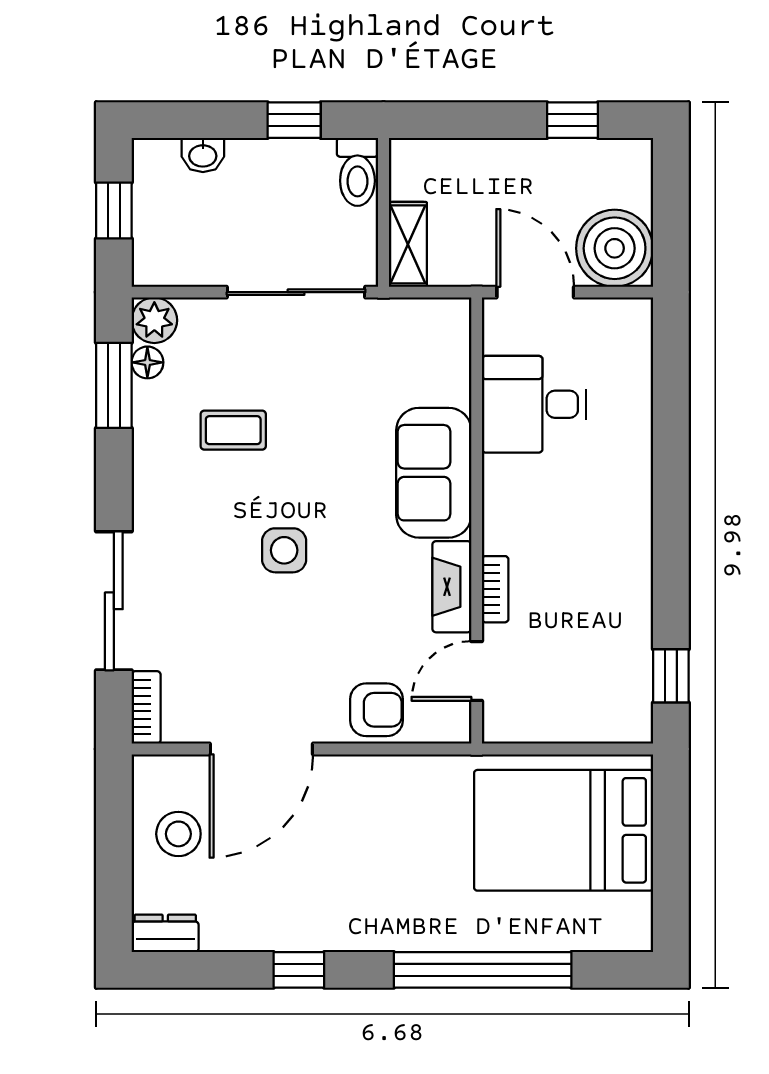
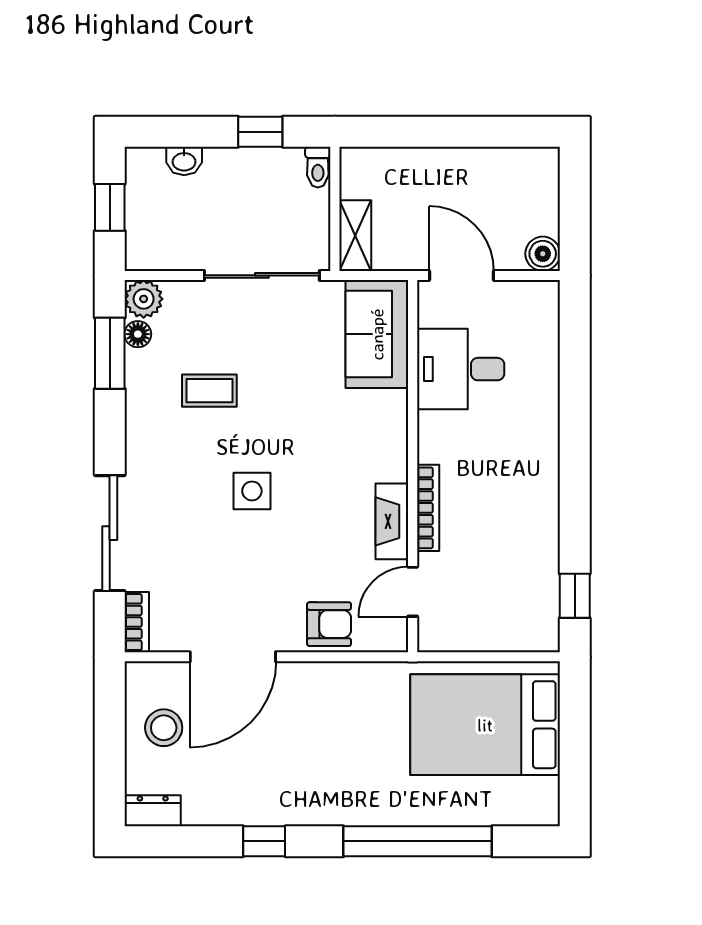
window: (572, 120) -> (493, 132), removed
toilet: (357, 172) -> (318, 167), width x0.73, depth x0.72
boiler: (615, 248) -> (543, 254), width x0.54, depth x0.54
sofa: (434, 473) -> (377, 334), moved
bookcase: (495, 589) -> (428, 508), width x1.56

